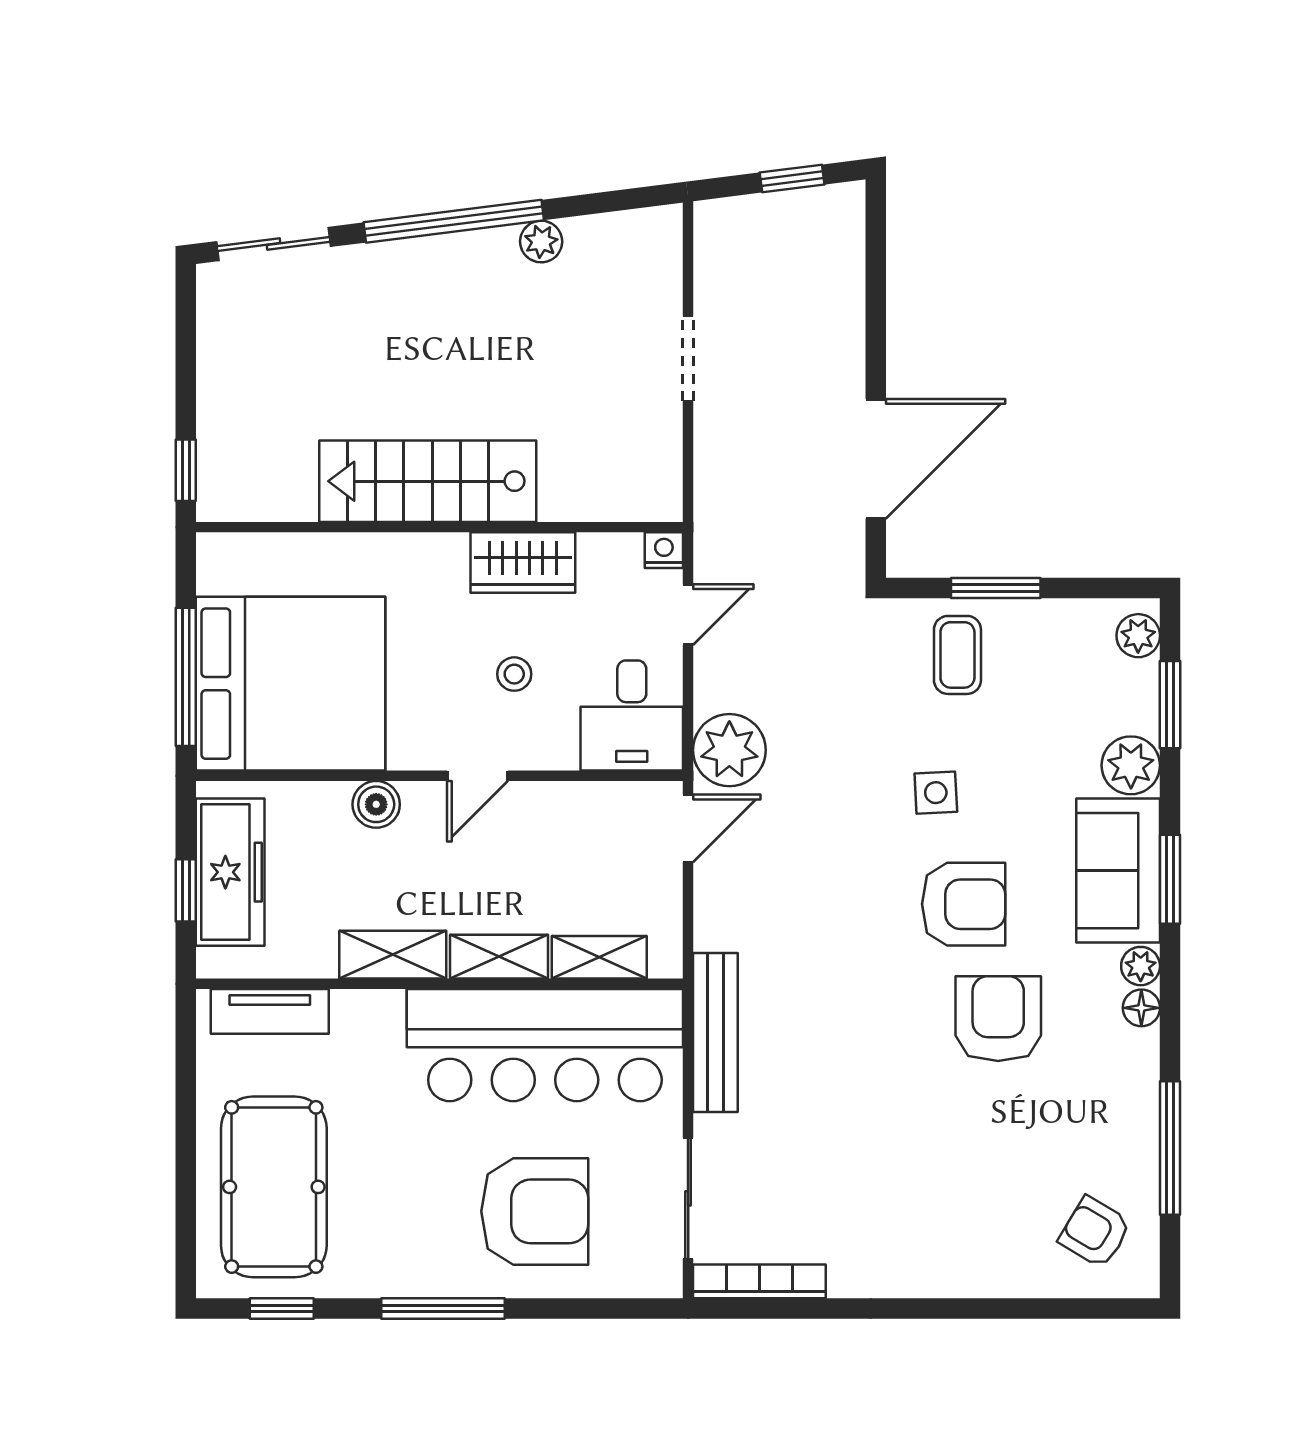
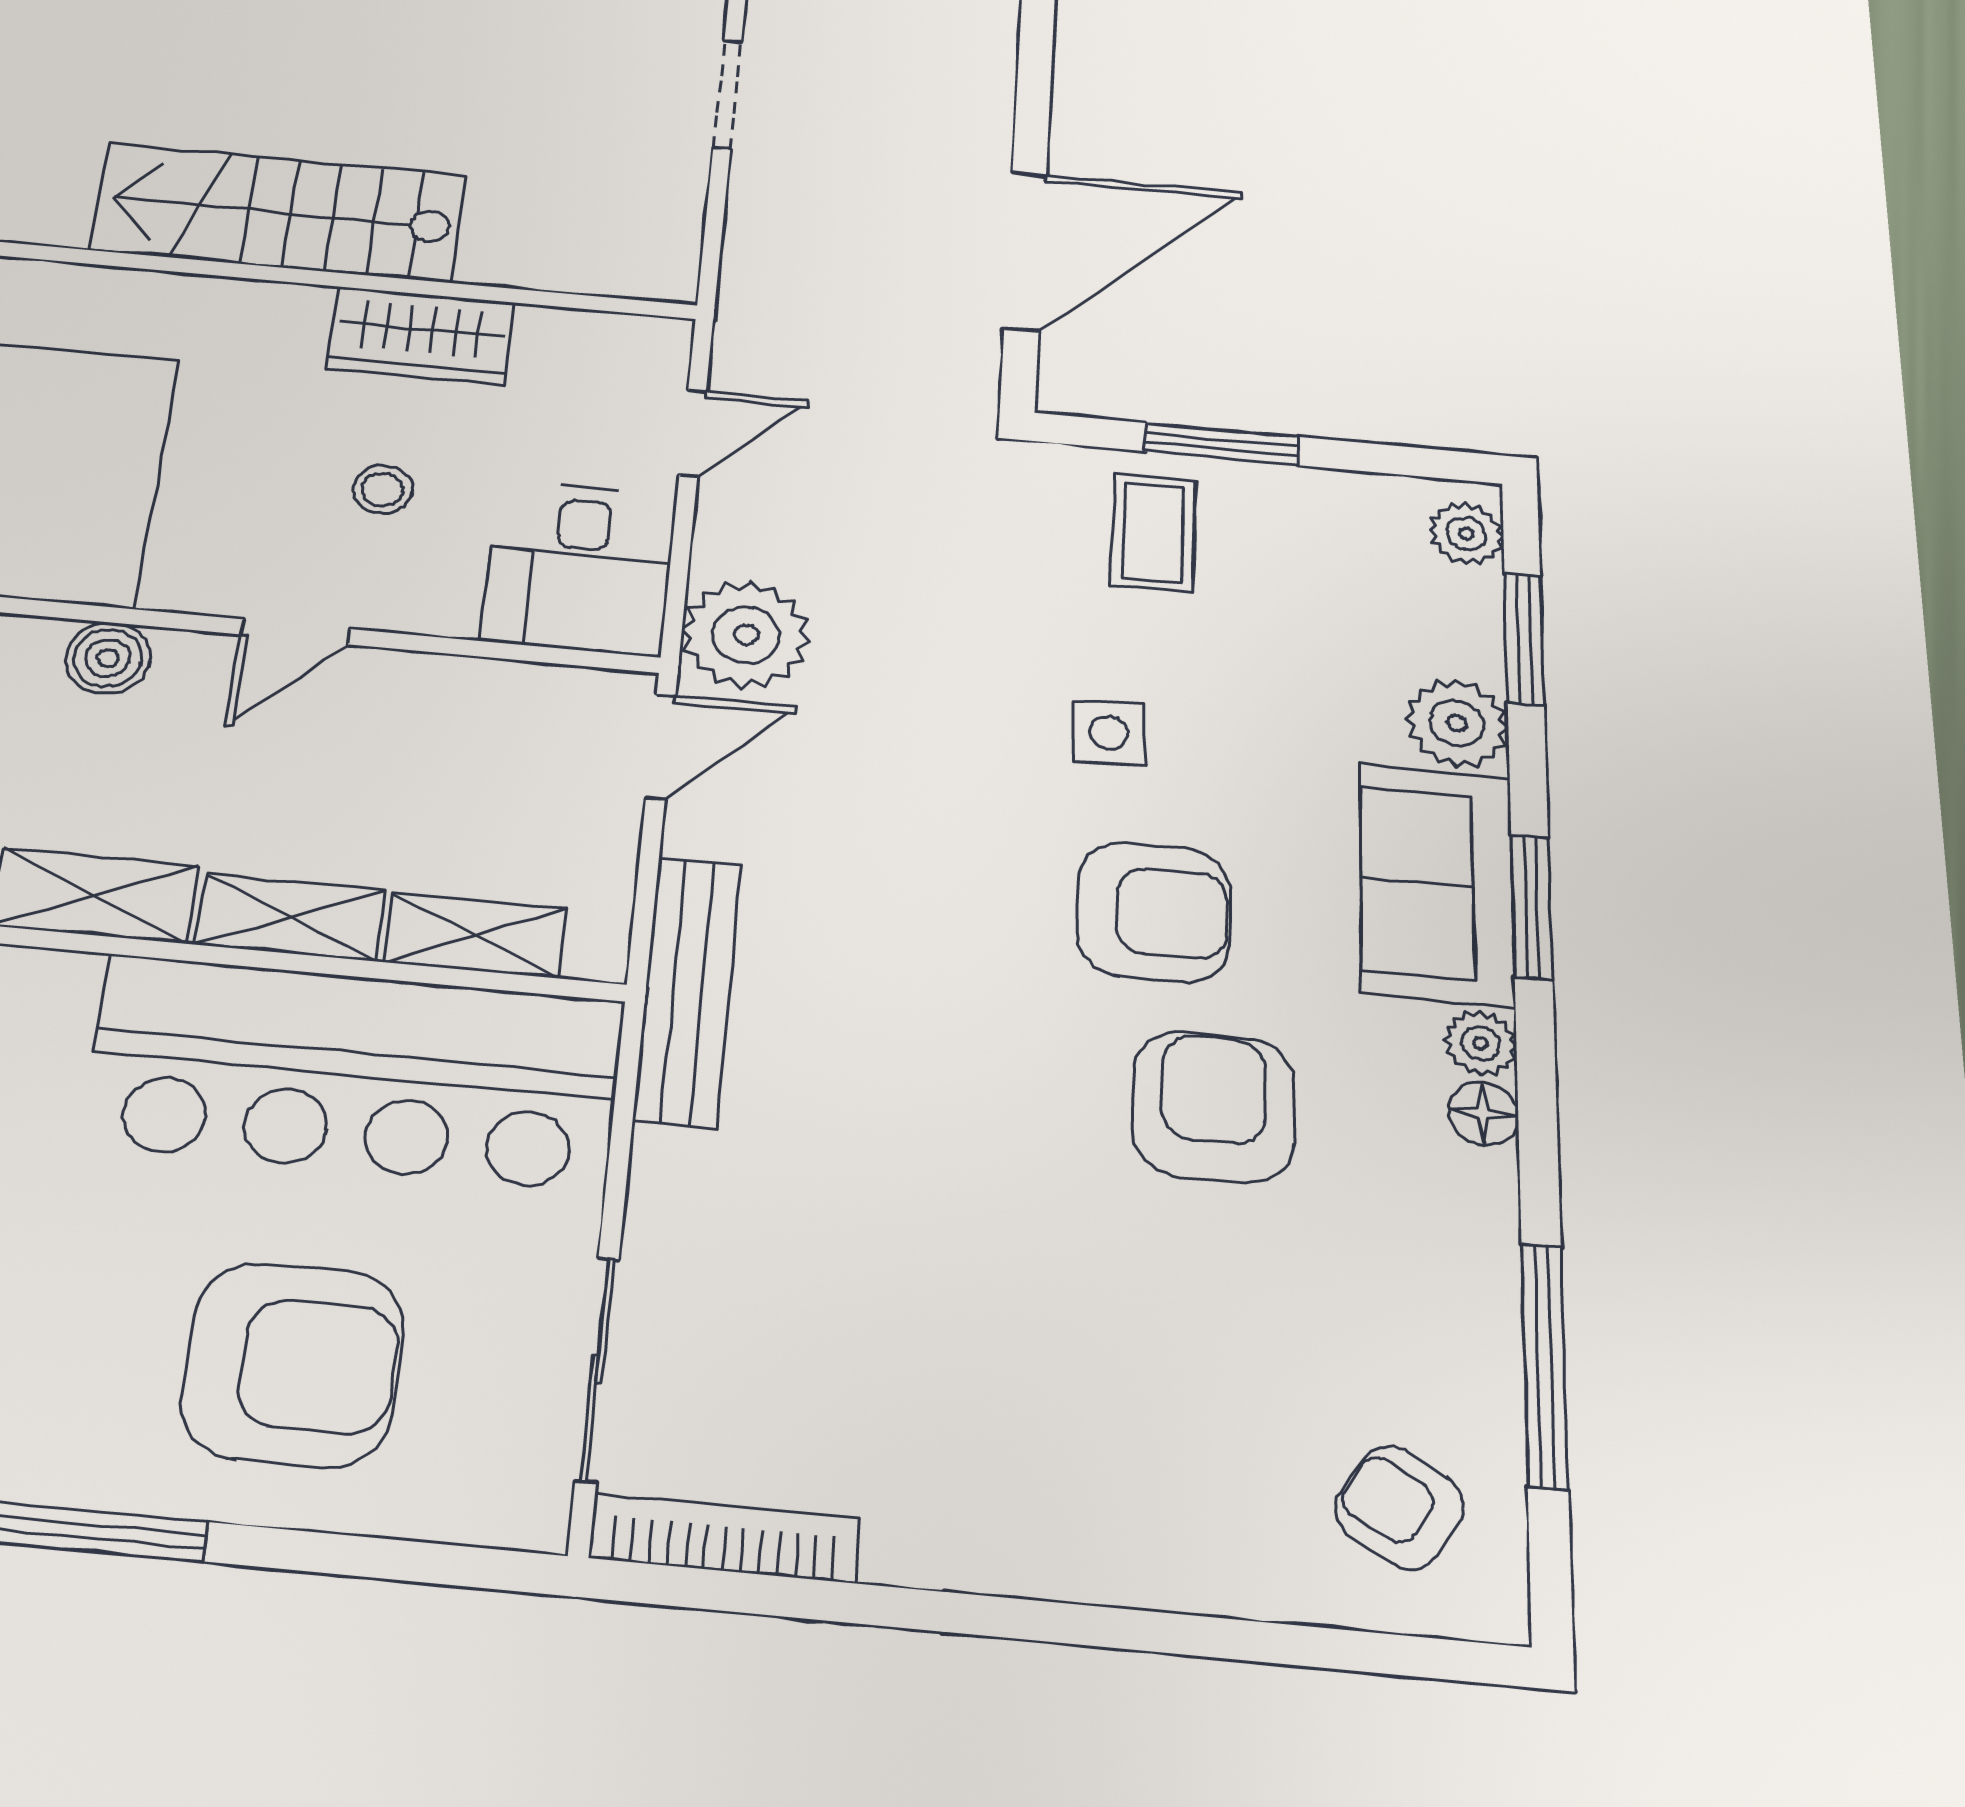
nightstand: (664, 550) -> (661, 341), removed
bench: (715, 1033) -> (687, 991), moved

